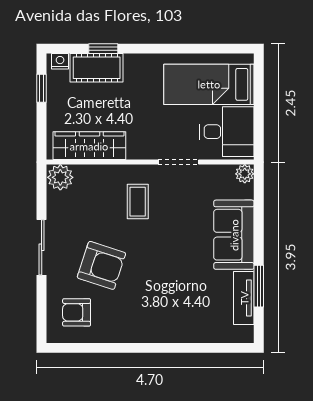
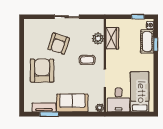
wardrobe: (89, 146) -> (112, 38), width x0.67
plant: (60, 177) -> (98, 39), moved
armchair: (77, 312) -> (42, 71), moved, width x1.88, depth x1.88

